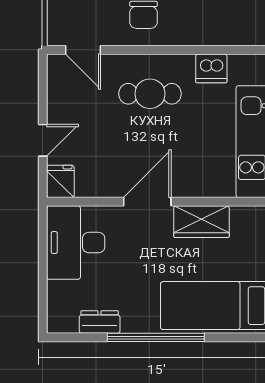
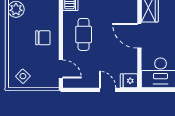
door: (83, 50) -> (61, 69), hinge flipped

